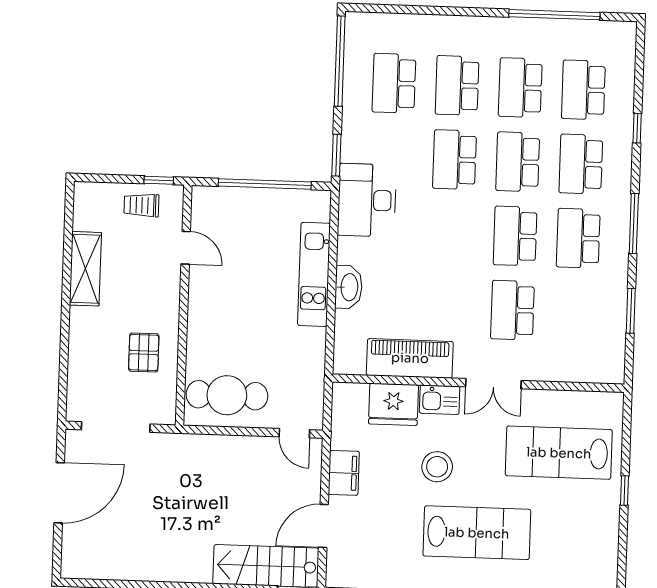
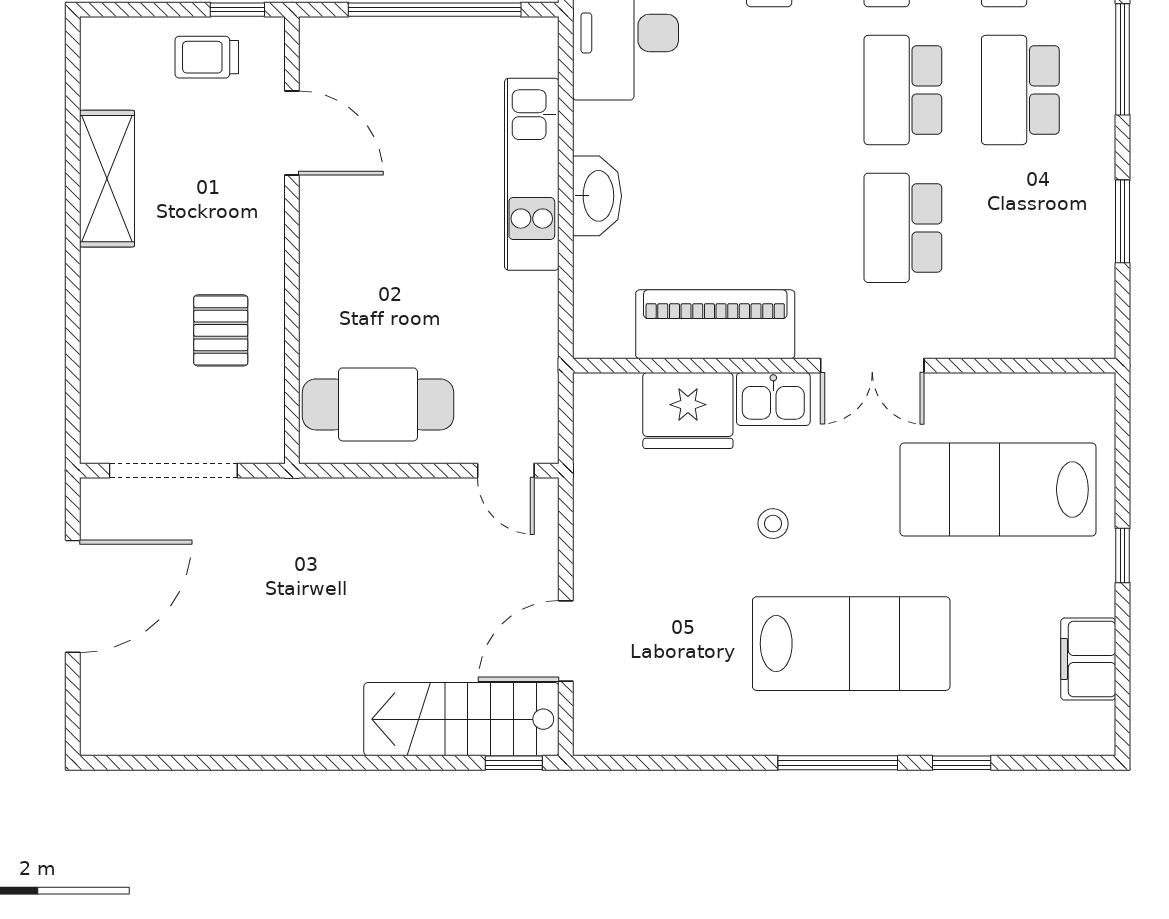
door: (186, 248) -> (292, 133), width x1.38
stool: (437, 467) -> (773, 524), width x0.53, depth x0.53
filing cabinet: (344, 473) -> (1088, 659), moved, turned 180

